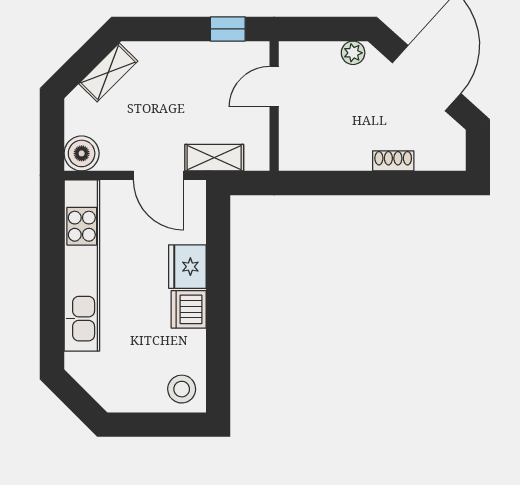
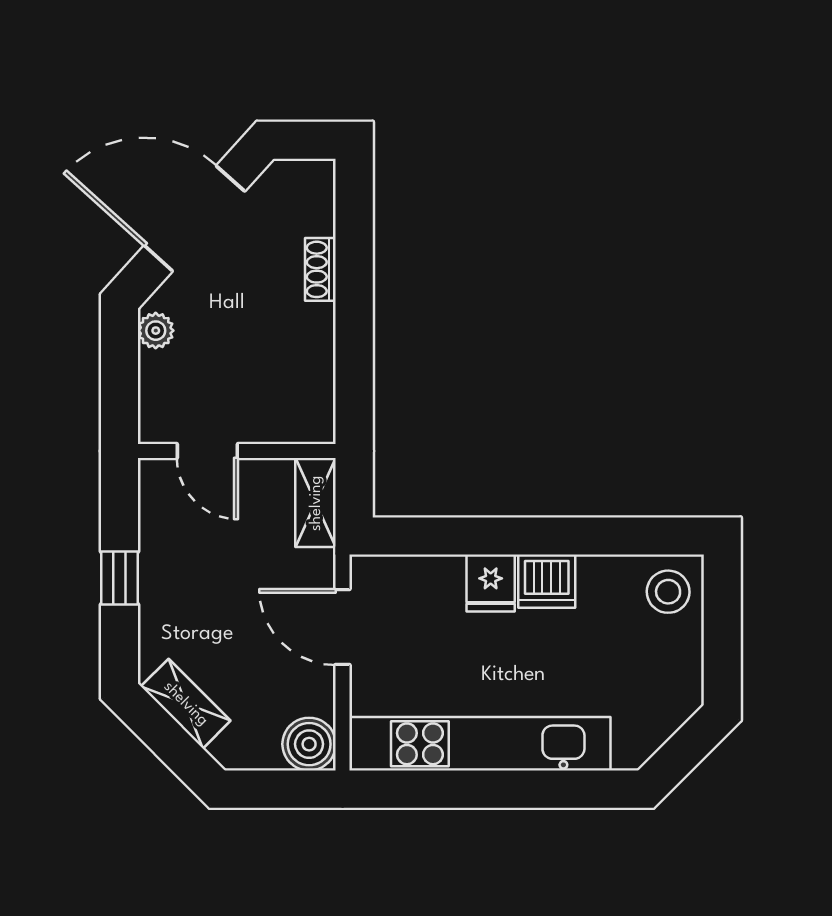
window: (228, 29) -> (119, 578), moved
shelving: (214, 158) -> (316, 503), moved
door: (158, 175) -> (343, 627), swing flipped
fridge: (187, 267) -> (491, 583), width x0.72

